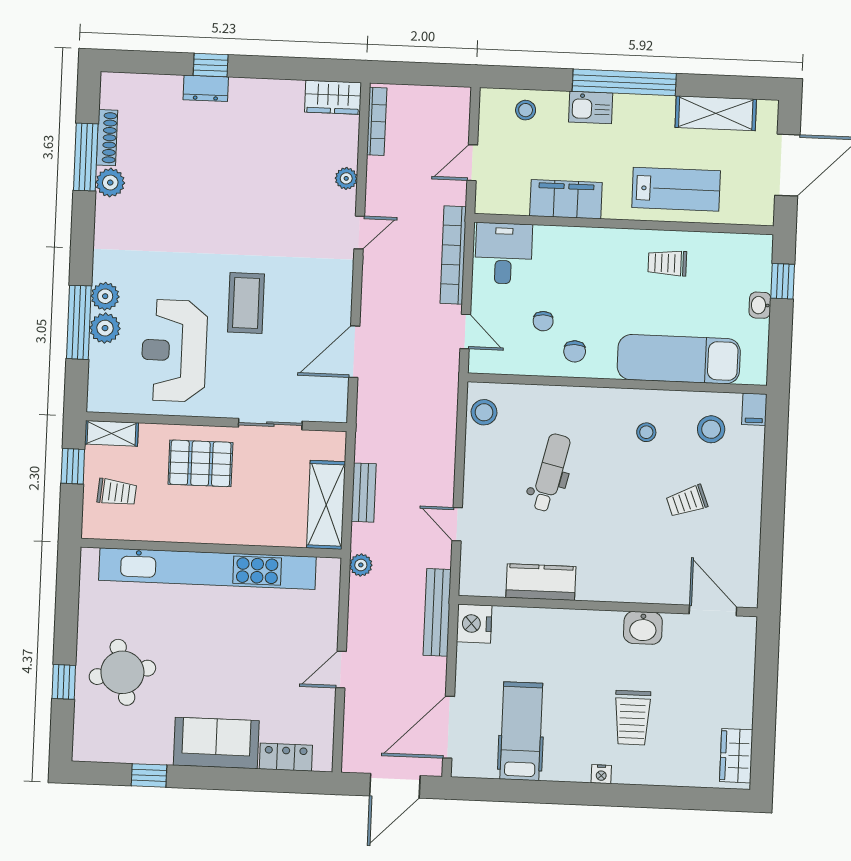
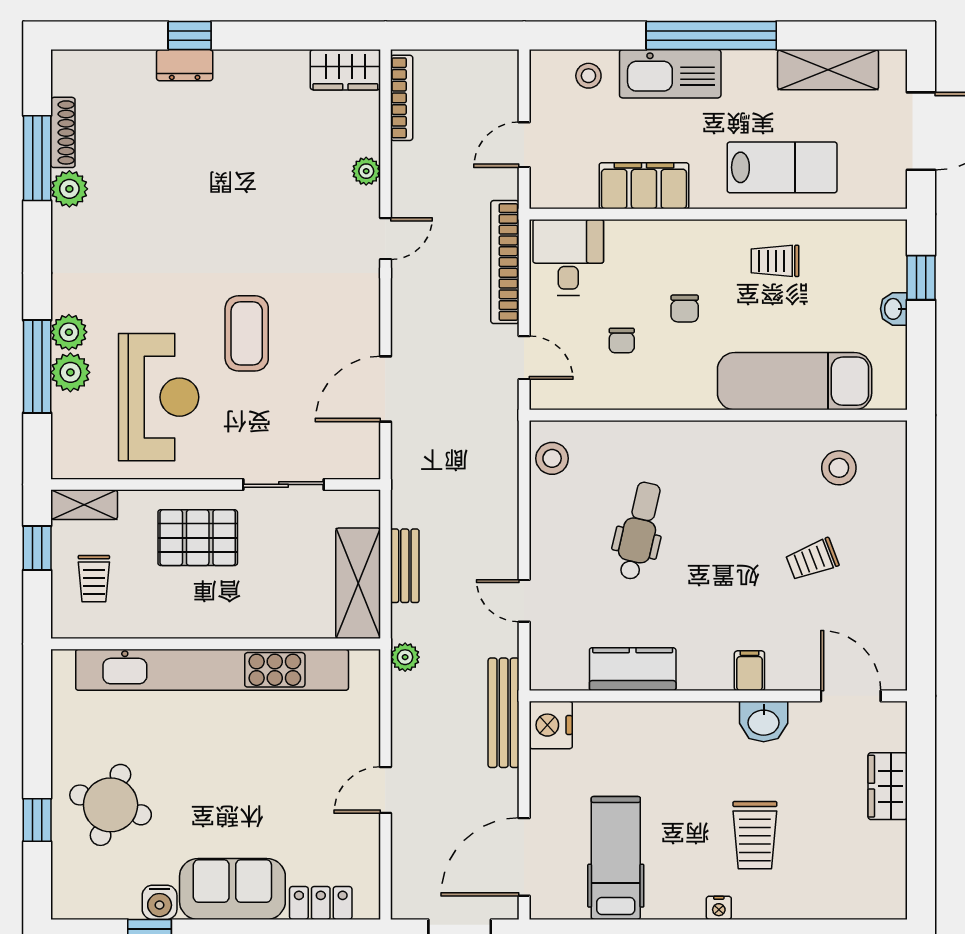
kitchen sink: (591, 108) -> (670, 74), width x1.88, depth x1.24
reception desk: (174, 351) -> (159, 397), turned 180
chair: (575, 351) -> (685, 309), moved
filing cabinet: (754, 409) -> (749, 671), moved, turned 180
stool: (646, 432) -> (757, 475), removed
trolley: (117, 492) -> (94, 579), turned 85
round table: (122, 672) -> (111, 805), turned 30
water cooler: (158, 751) -> (160, 902), added
wardrobe: (736, 756) -> (888, 786), moved

